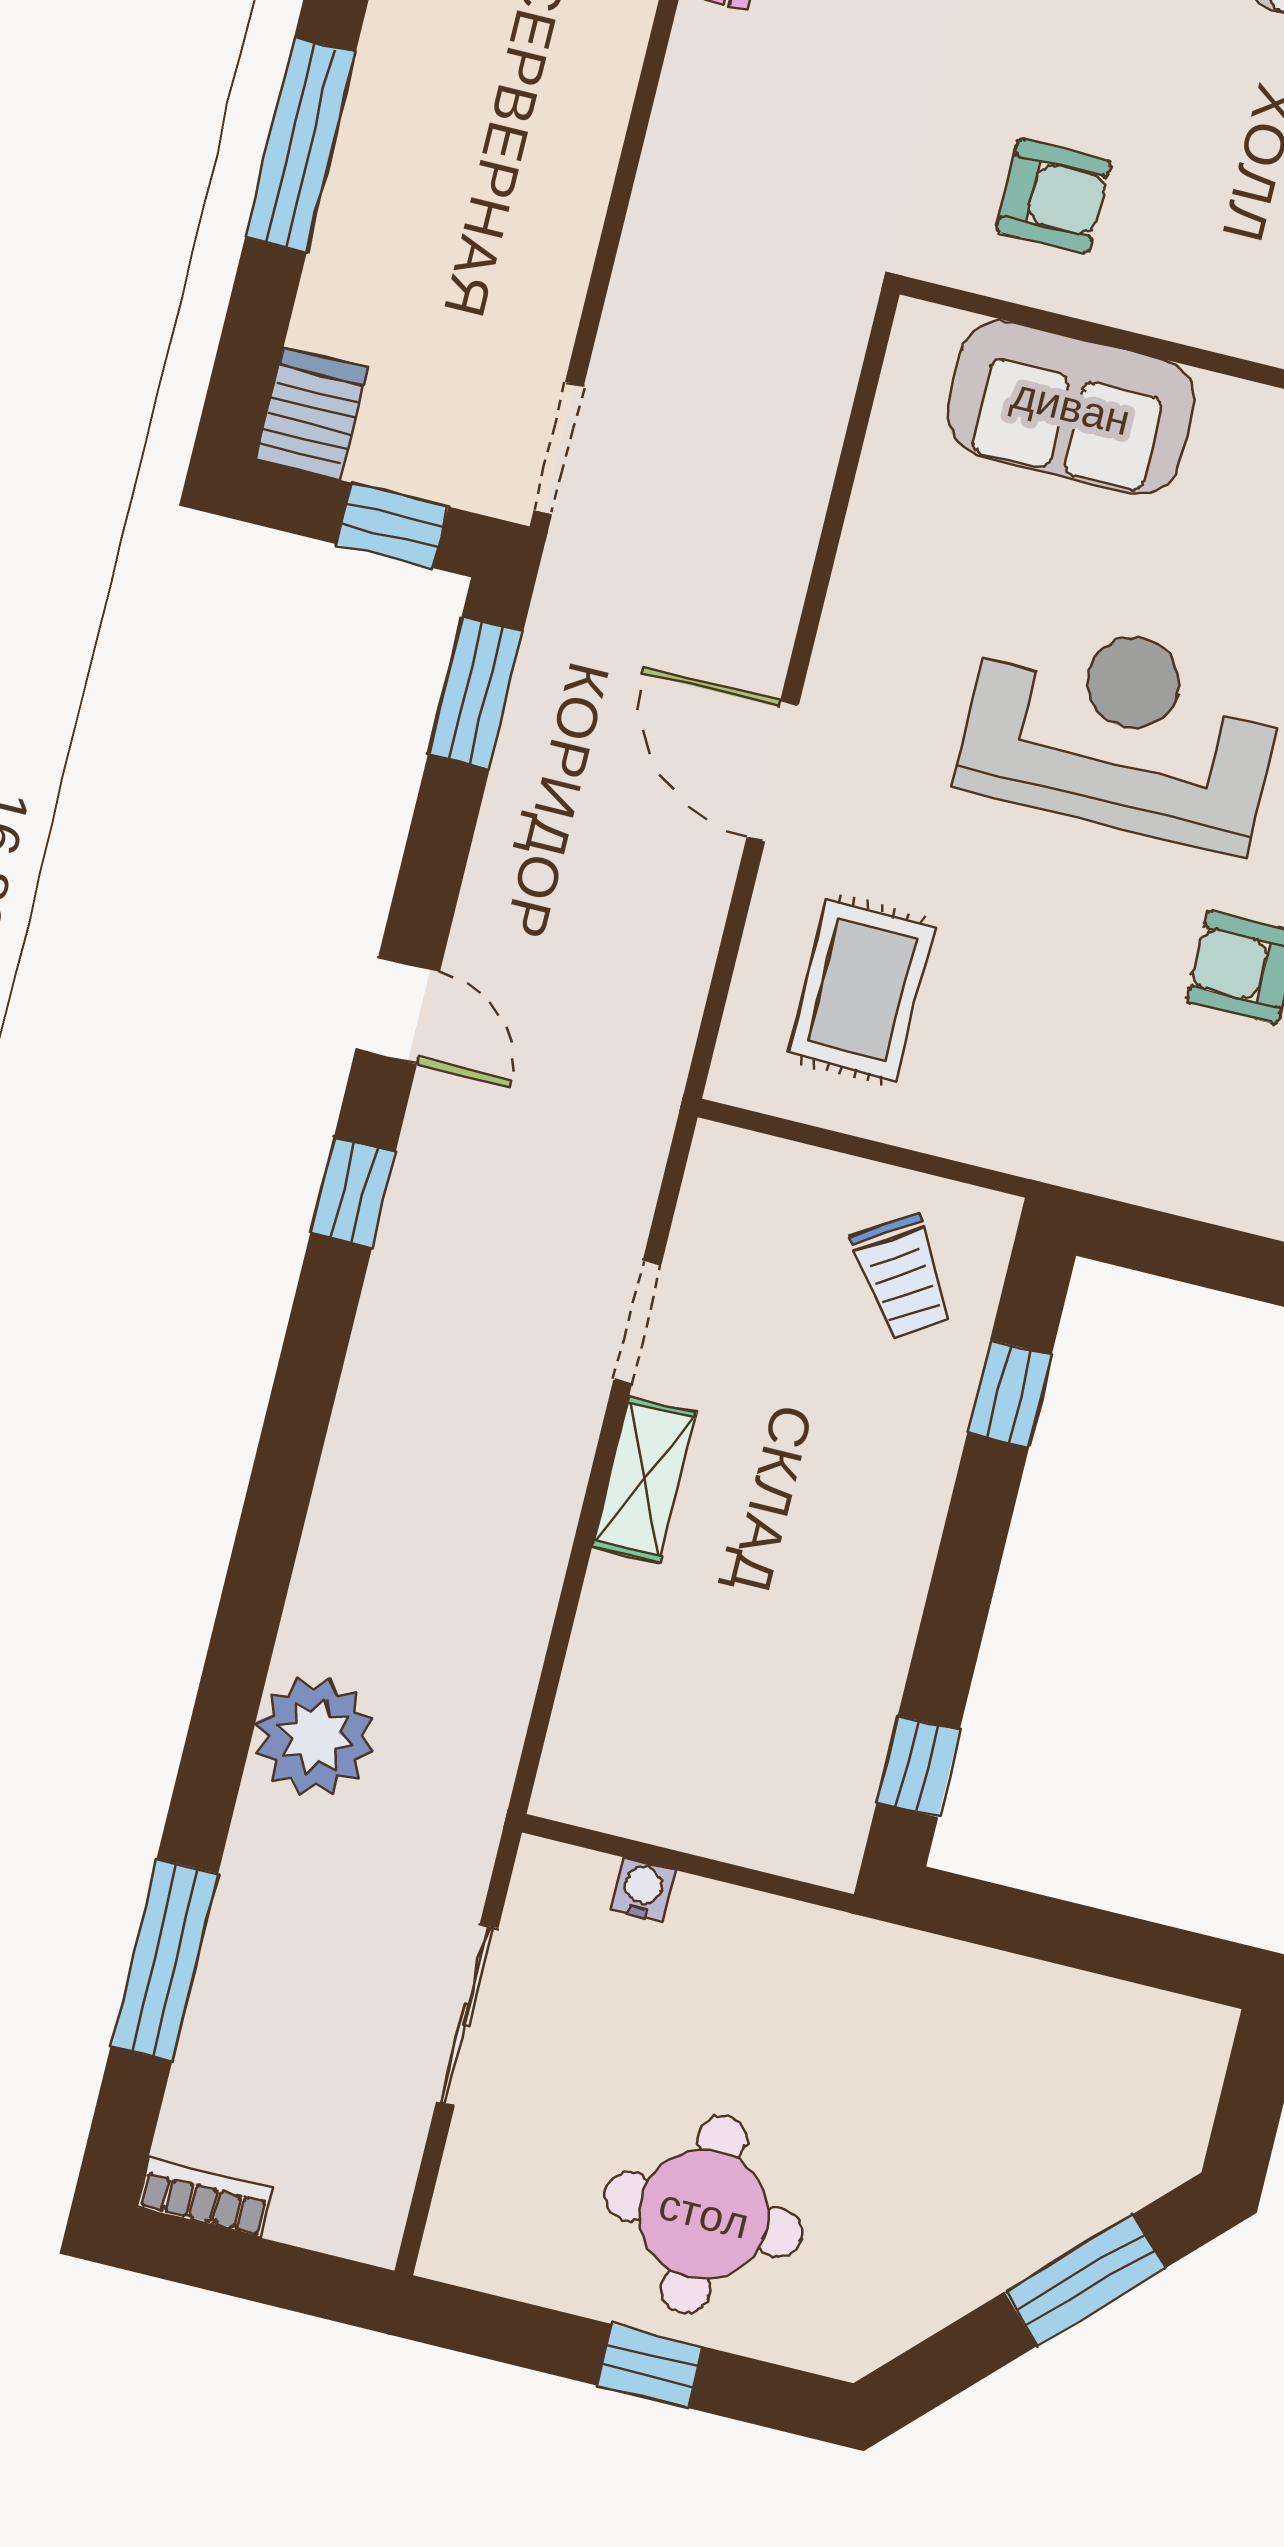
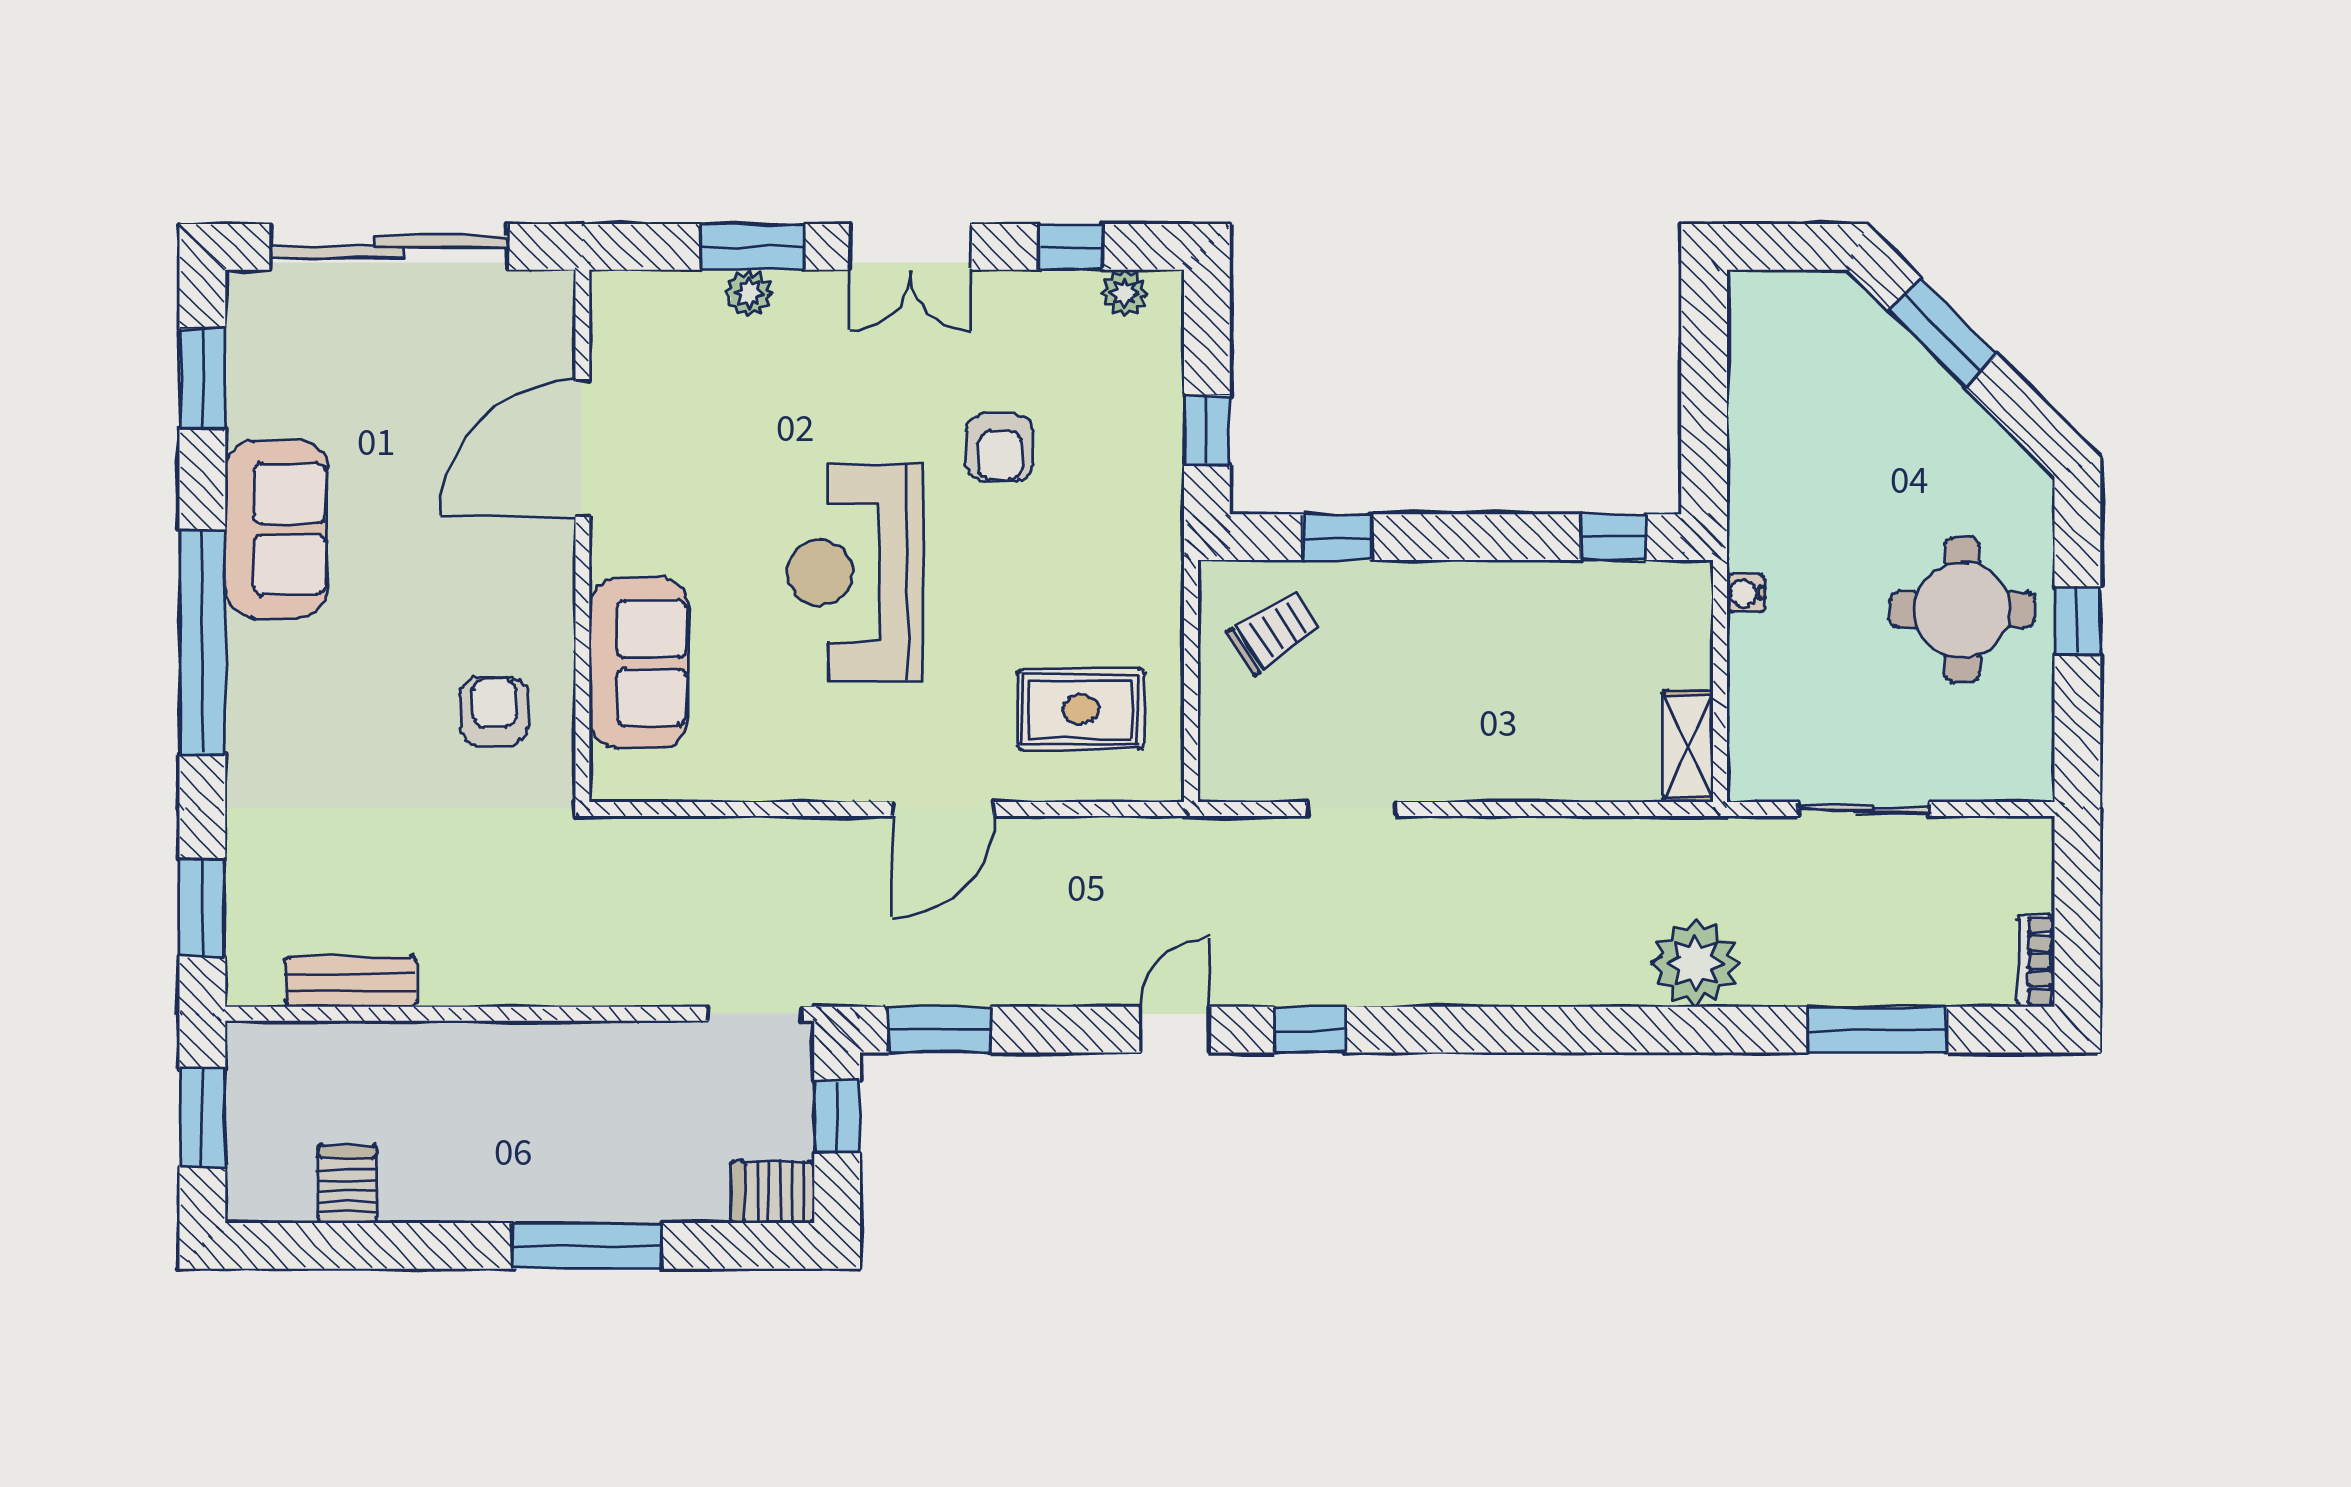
window: (1198, 1253) -> (1207, 430), added
shelving: (644, 1479) -> (1688, 747), moved, turned 90
water cooler: (643, 1889) -> (1746, 593), moved

